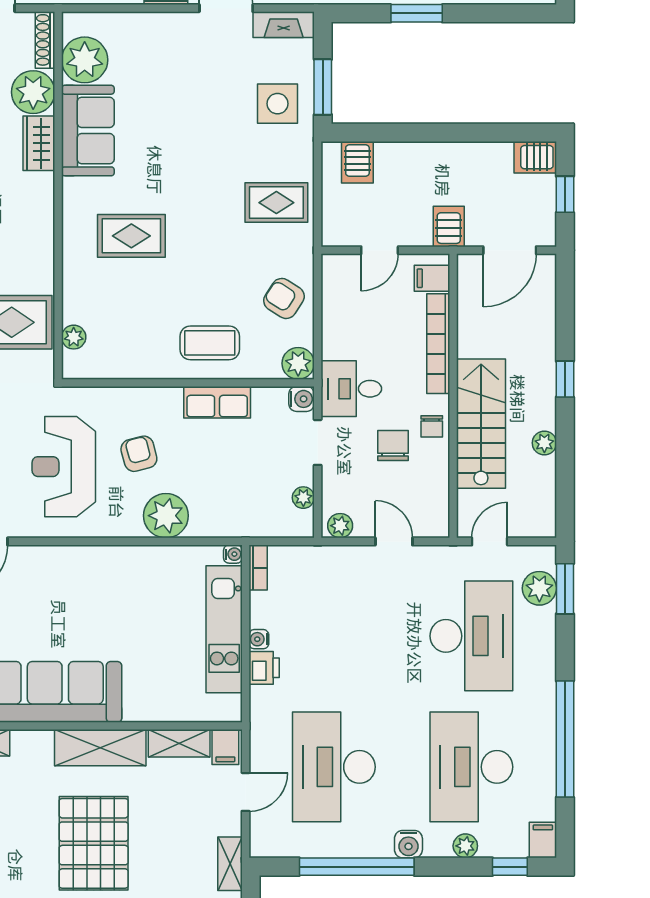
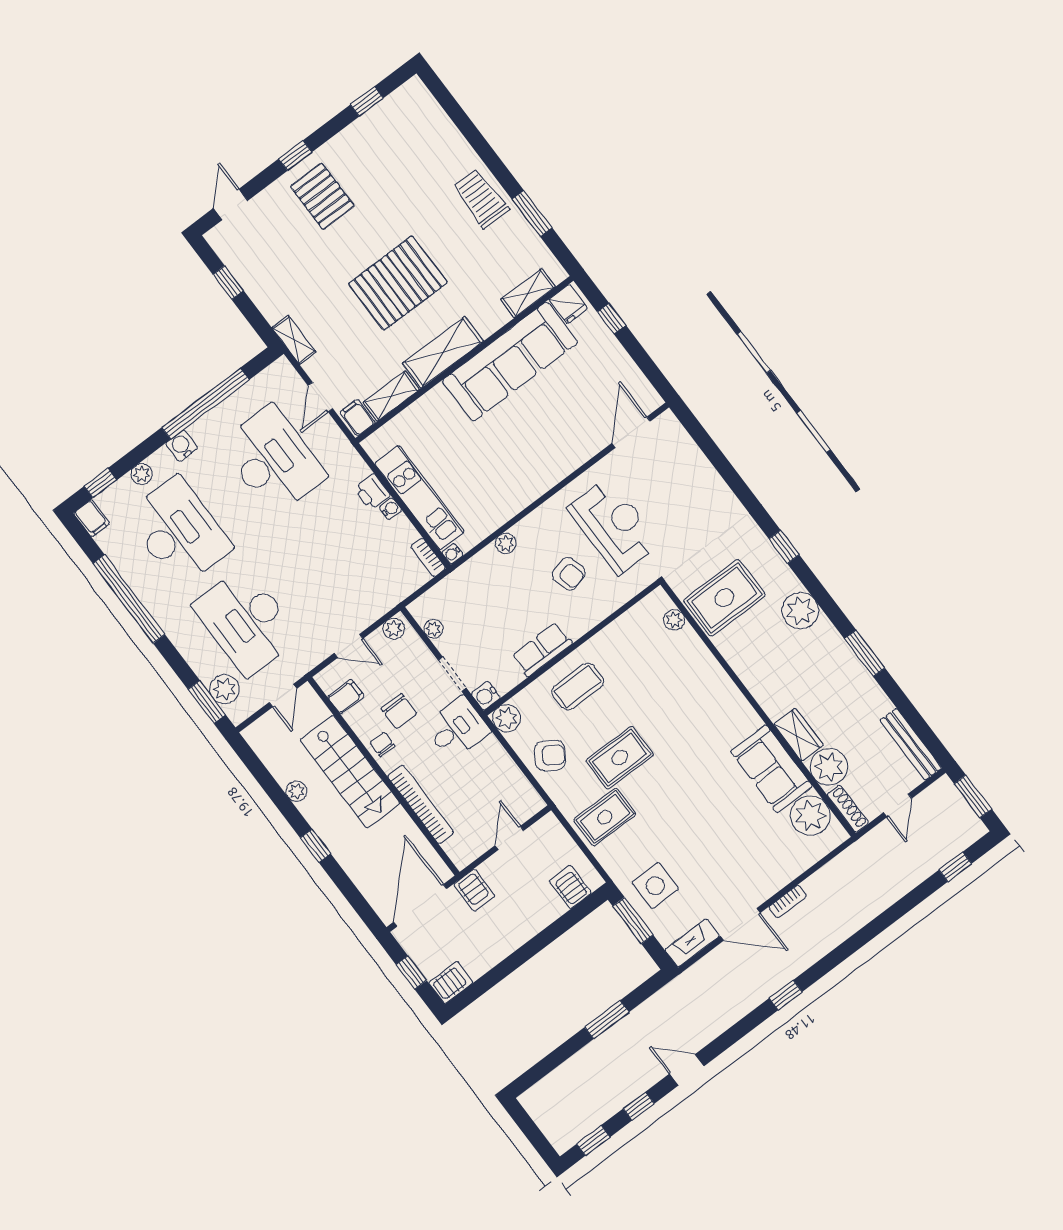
rug: (131, 236) -> (620, 758), moved
door: (510, 250) -> (420, 905), width x1.36
filing cabinet: (432, 278) -> (346, 697), moved
plant: (166, 516) -> (506, 544), width x0.53, depth x0.53
pallet: (94, 843) -> (398, 283), turned 90

